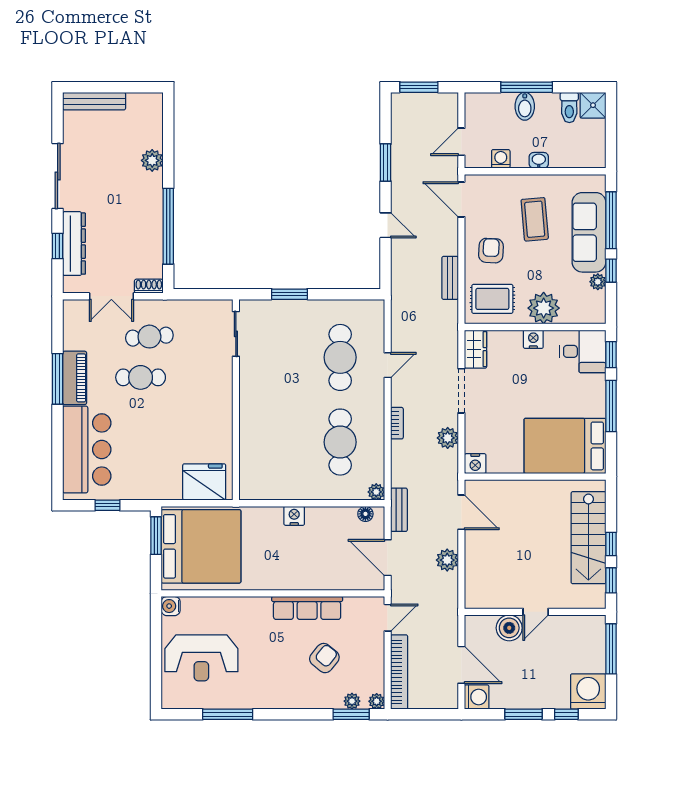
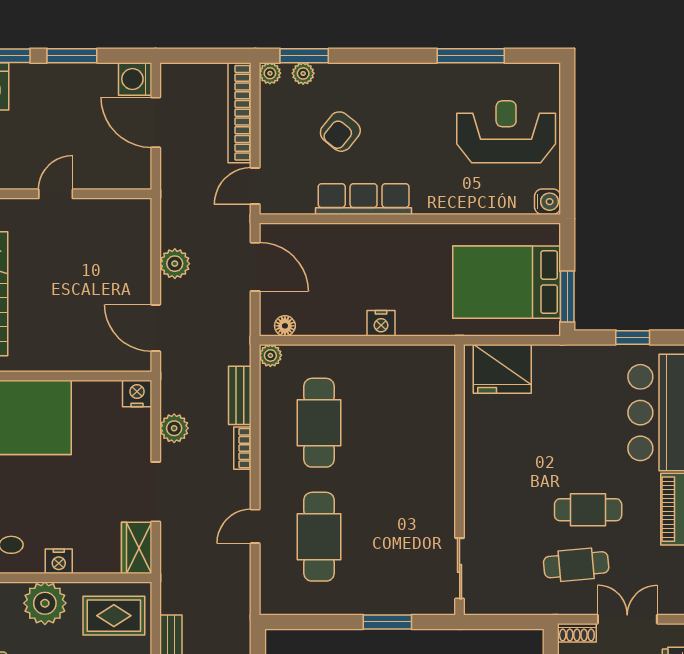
bench: (399, 510) -> (240, 395), moved
bed: (201, 546) -> (507, 282), width x0.73
boiler: (509, 628) -> (91, 172), removed

